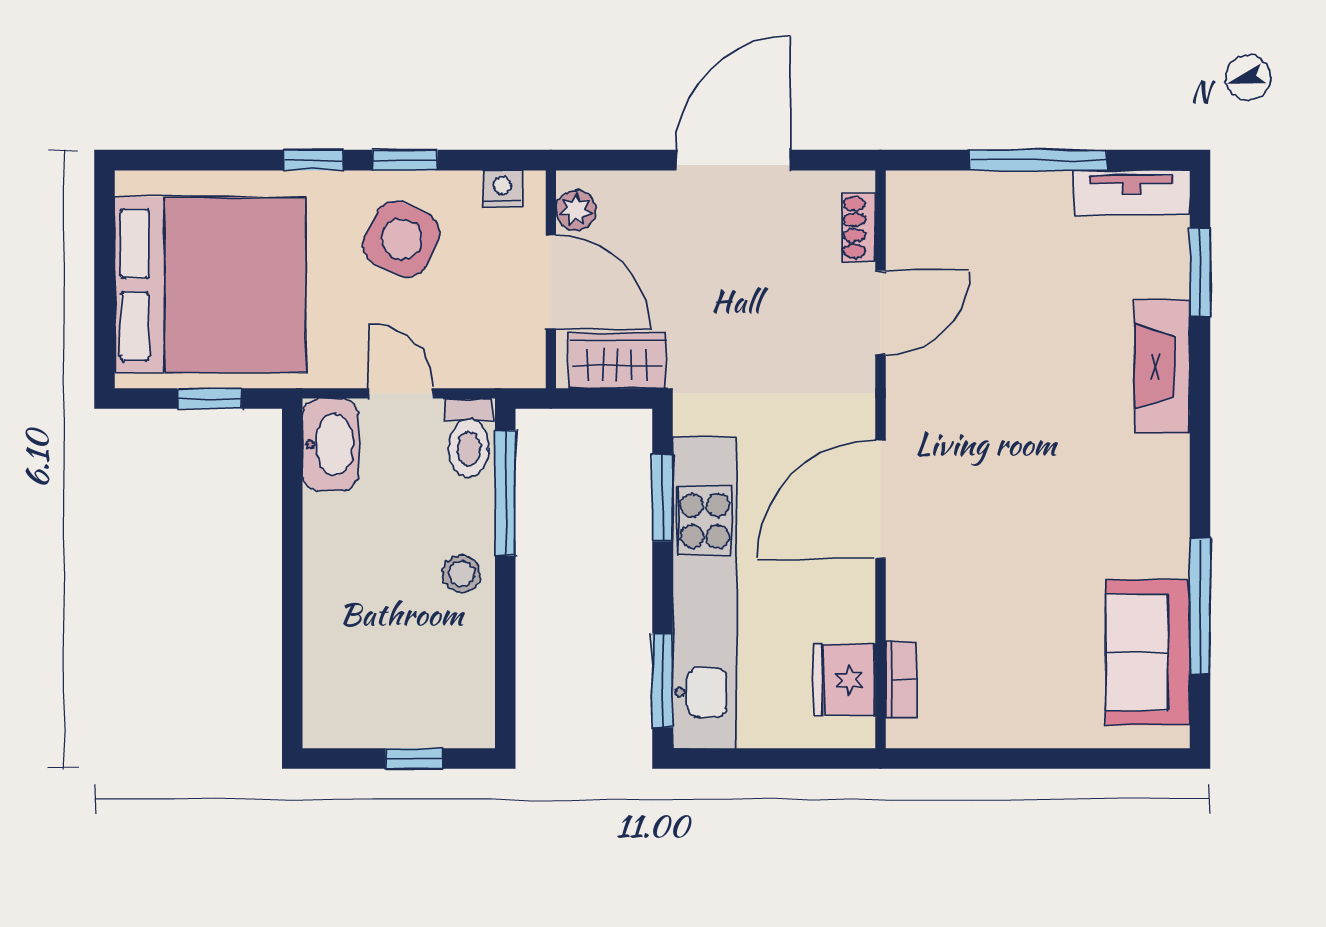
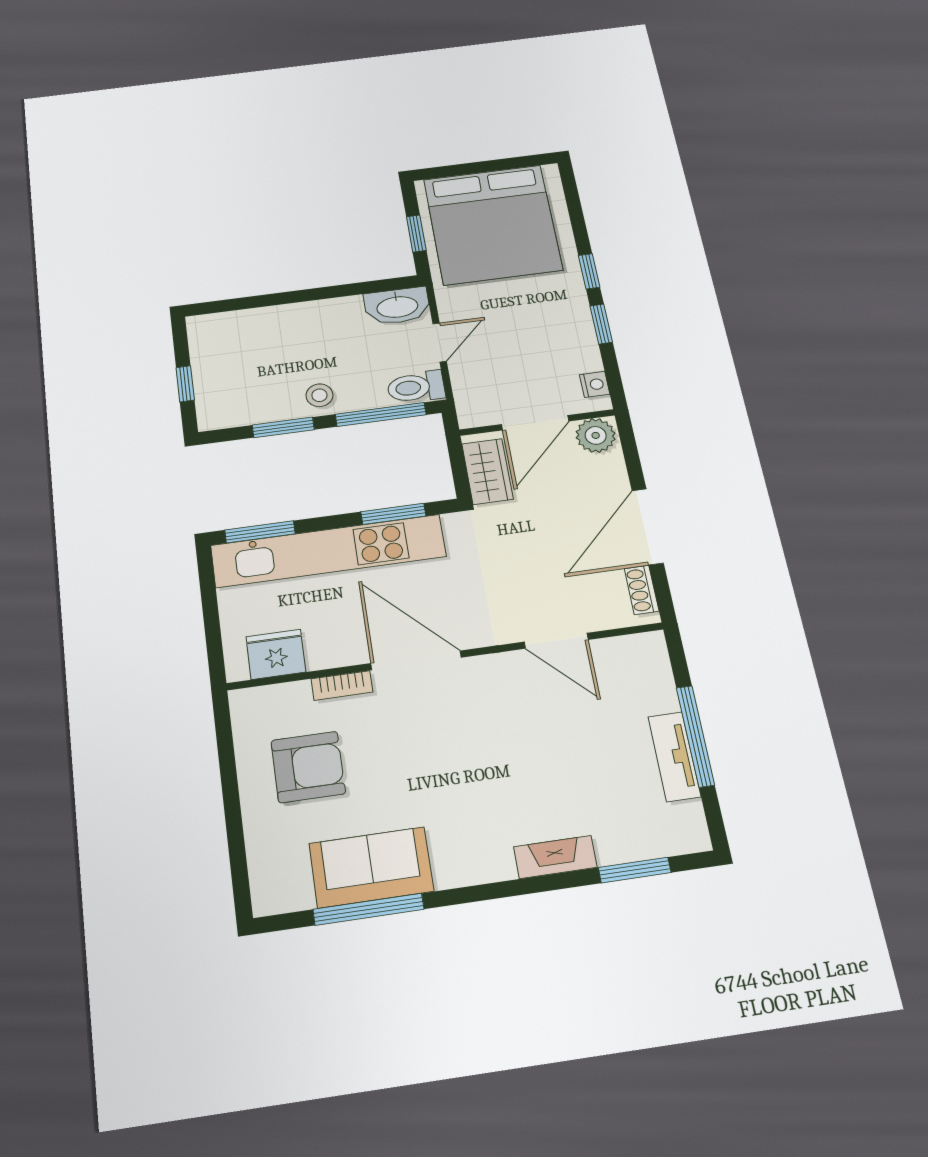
door: (734, 160) -> (648, 527), swing flipped
tv unit: (1132, 192) -> (674, 757), moved
plant: (576, 210) -> (596, 435), width x1.38, depth x1.38
shoe rack: (859, 227) -> (642, 590), moved, turned -90
side table: (401, 239) -> (546, 329), removed
fireplace: (1162, 367) -> (555, 857), width x0.73, depth x0.76
window: (505, 630) -> (283, 427), added
sofa: (1148, 652) -> (371, 867), moved
armchair: (1005, 657) -> (308, 767), added
bookcase: (901, 680) -> (342, 685), moved

